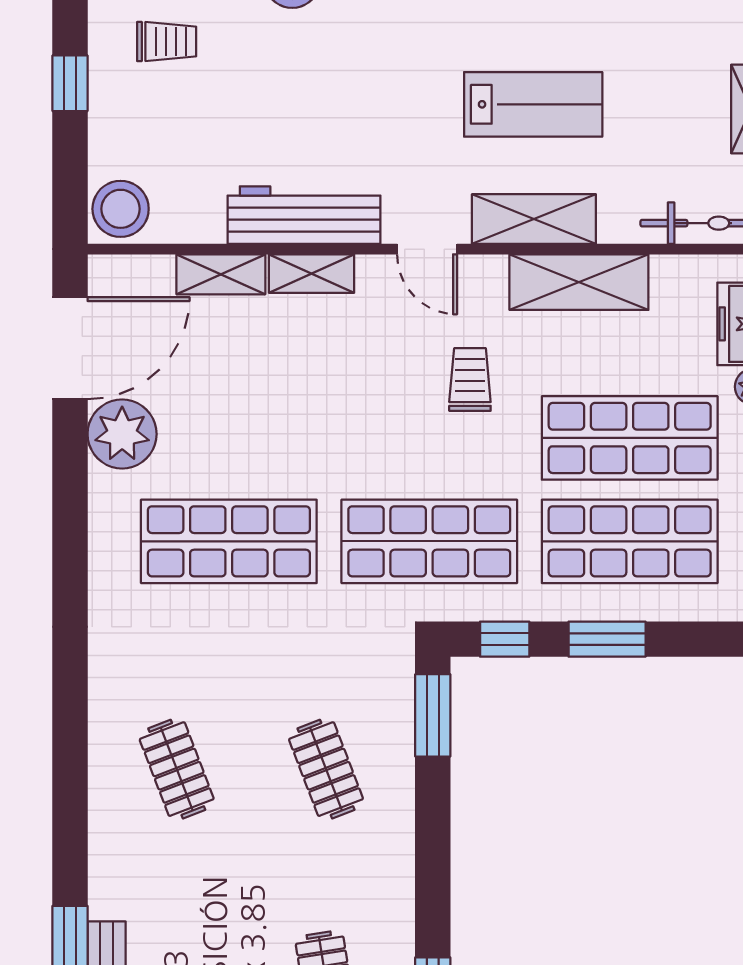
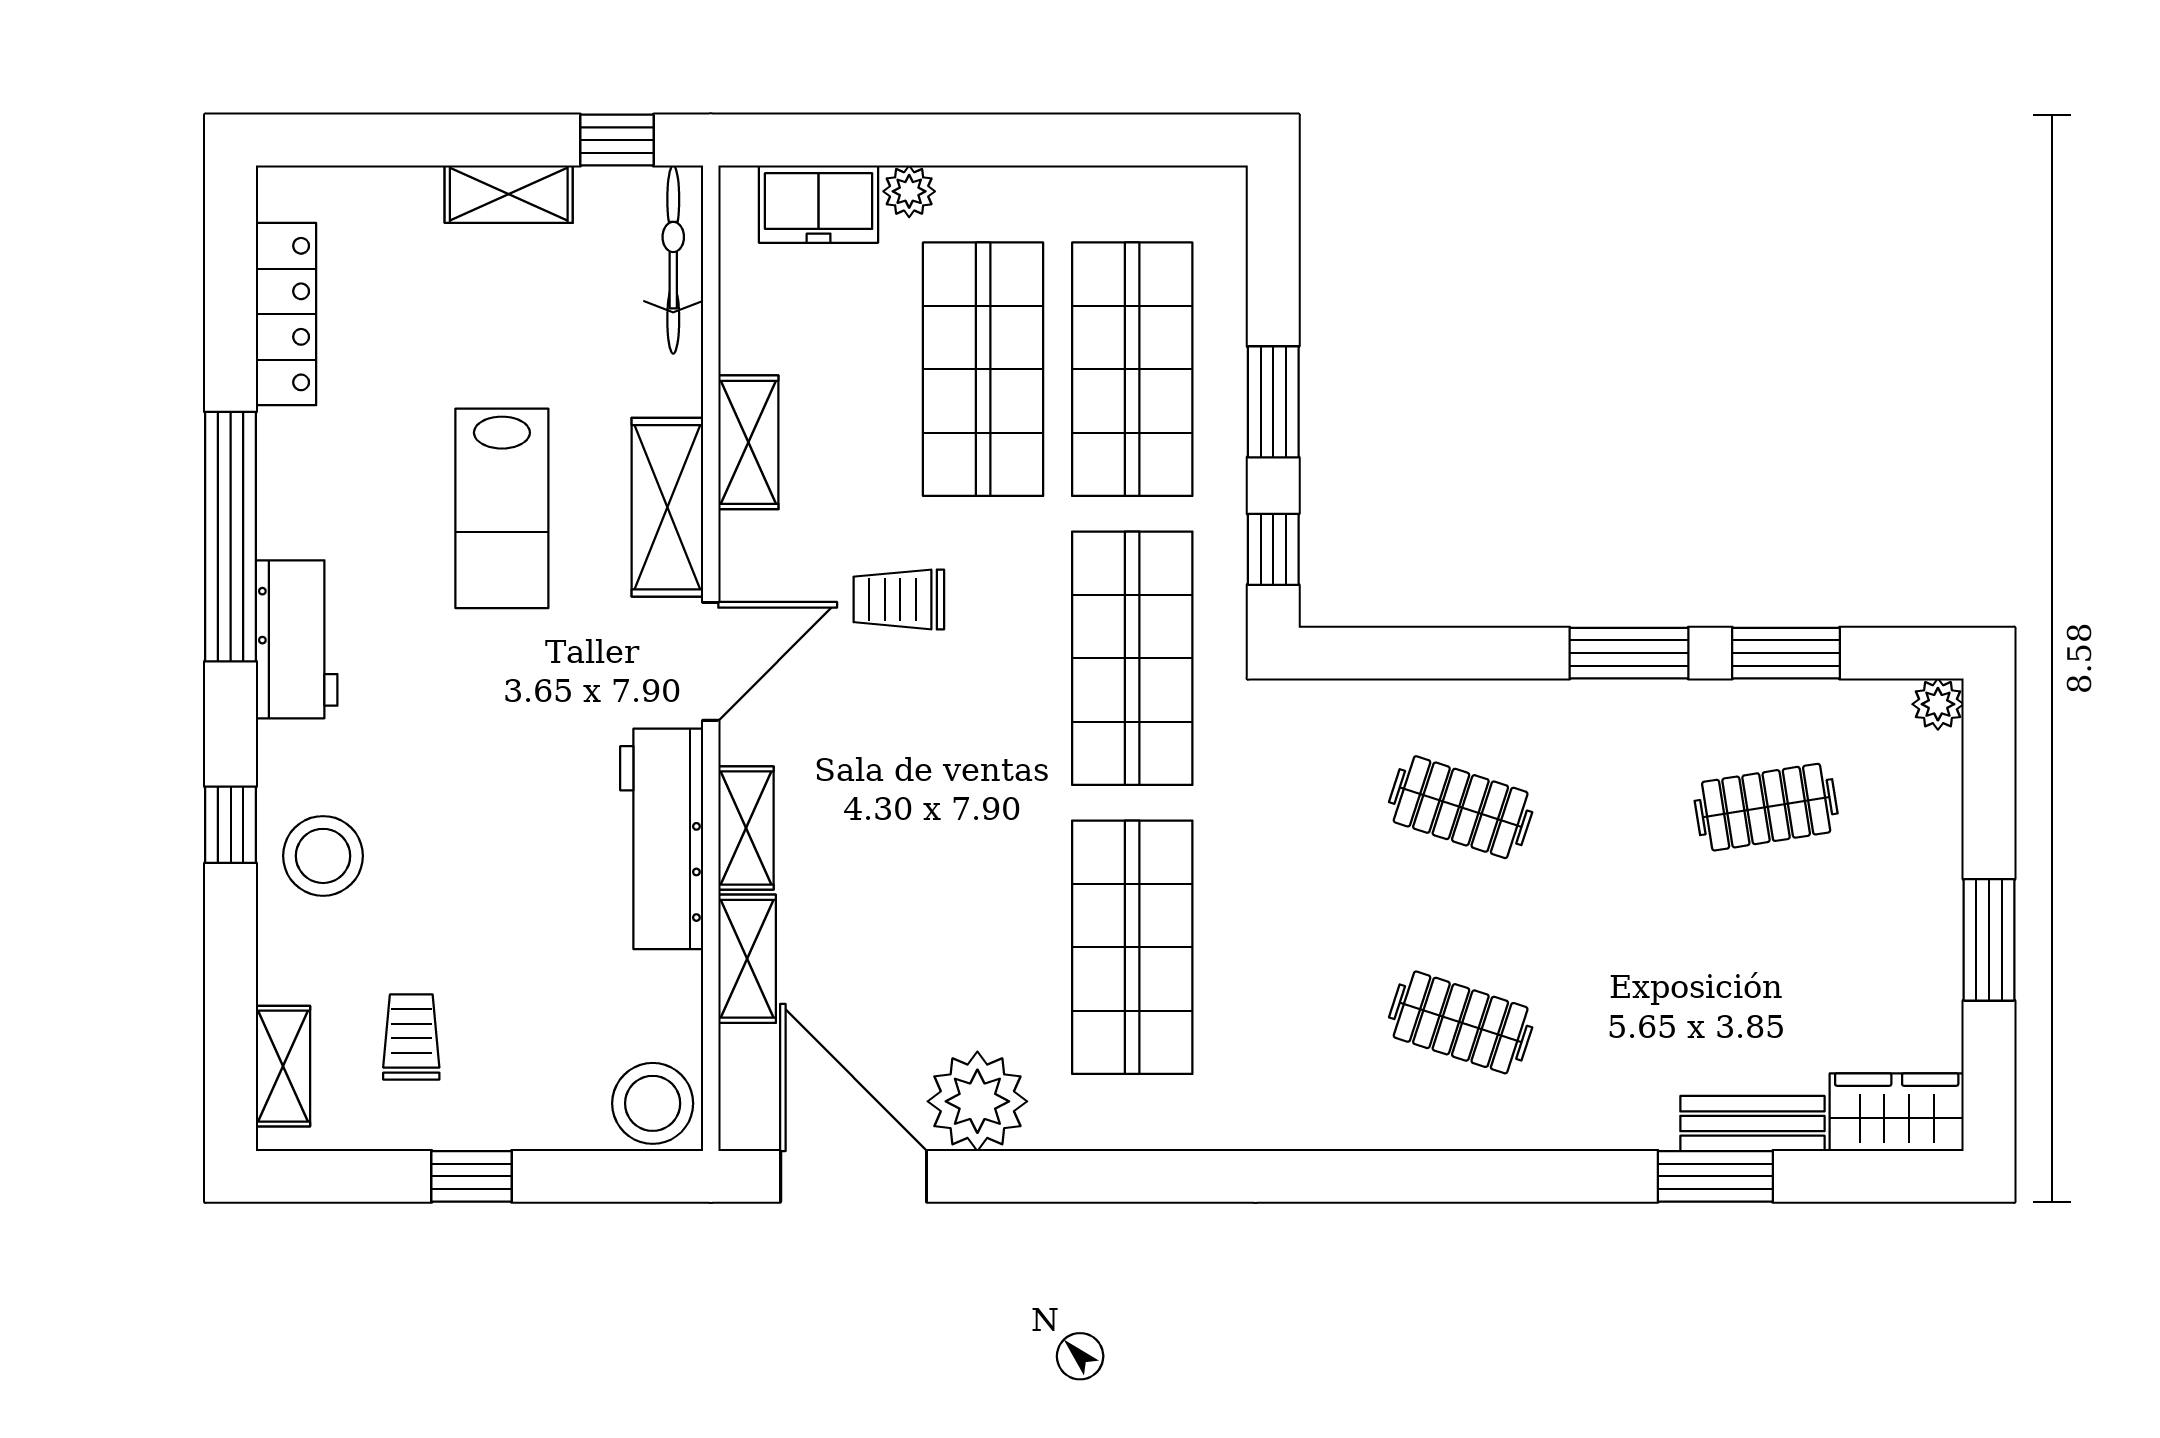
lab bench: (533, 104) -> (502, 508), turned 180
door: (427, 249) -> (711, 661), width x1.38
shelving: (579, 282) -> (748, 442), width x0.67, depth x0.75
window: (433, 715) -> (1629, 653), moved
clothes rail: (177, 769) -> (1461, 1022), turned 39
clothes rail: (326, 769) -> (1461, 807), turned 39

